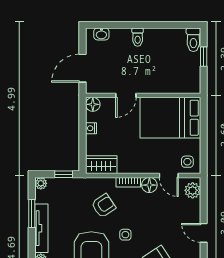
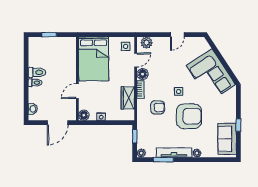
toilet: (193, 40) -> (37, 72), moved
door: (83, 68) -> (58, 123), hinge flipped
door: (126, 95) -> (77, 91), swing flipped
wardrobe: (101, 165) -> (128, 98), moved
armchair: (104, 206) -> (158, 107), turned 124

